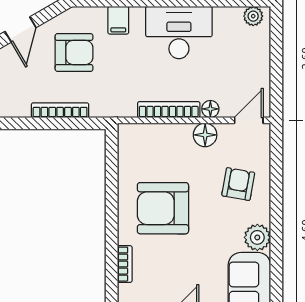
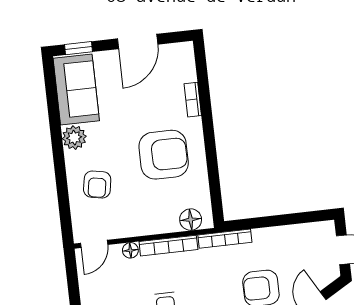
bookcase: (60, 110) -> (225, 239), moved
floor lamp: (205, 135) -> (191, 220), moved

